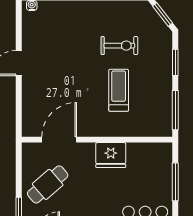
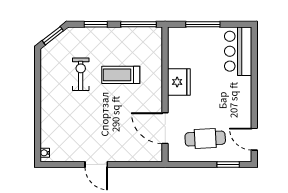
cafe table: (48, 184) -> (205, 139), turned -52

